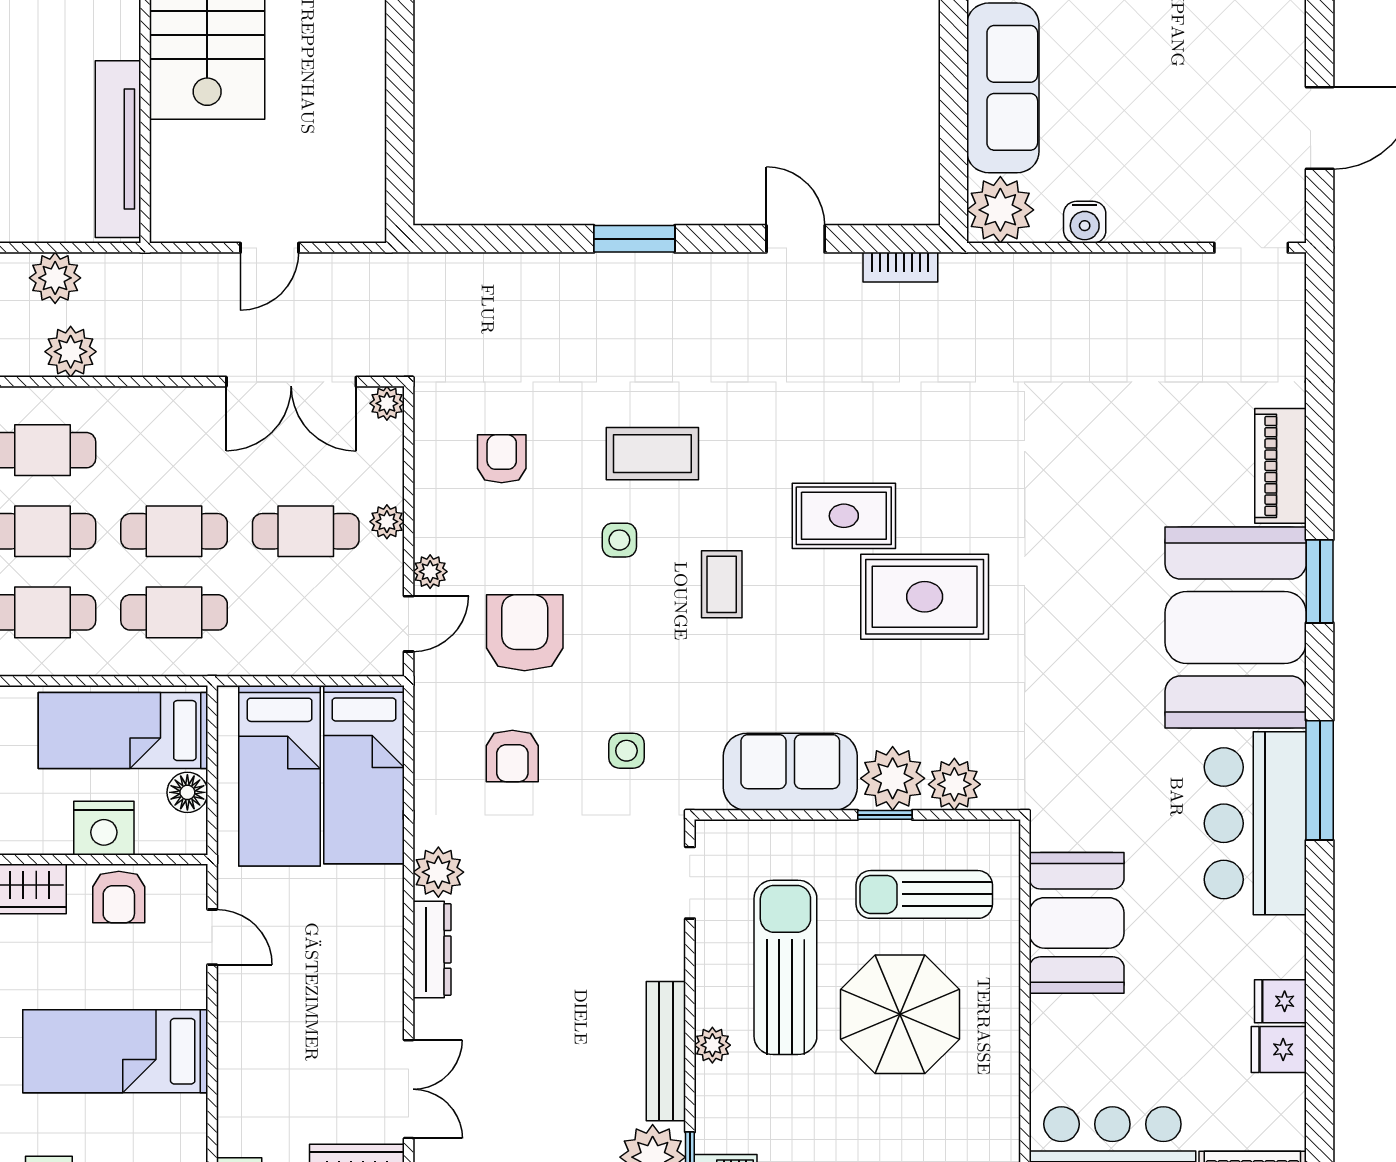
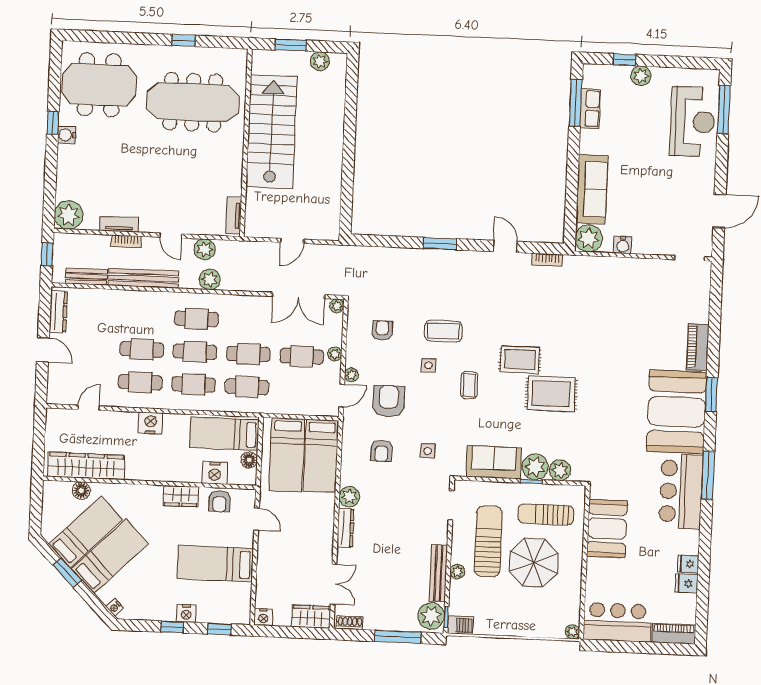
tv unit: (118, 149) -> (234, 215), width x0.52, depth x0.78

